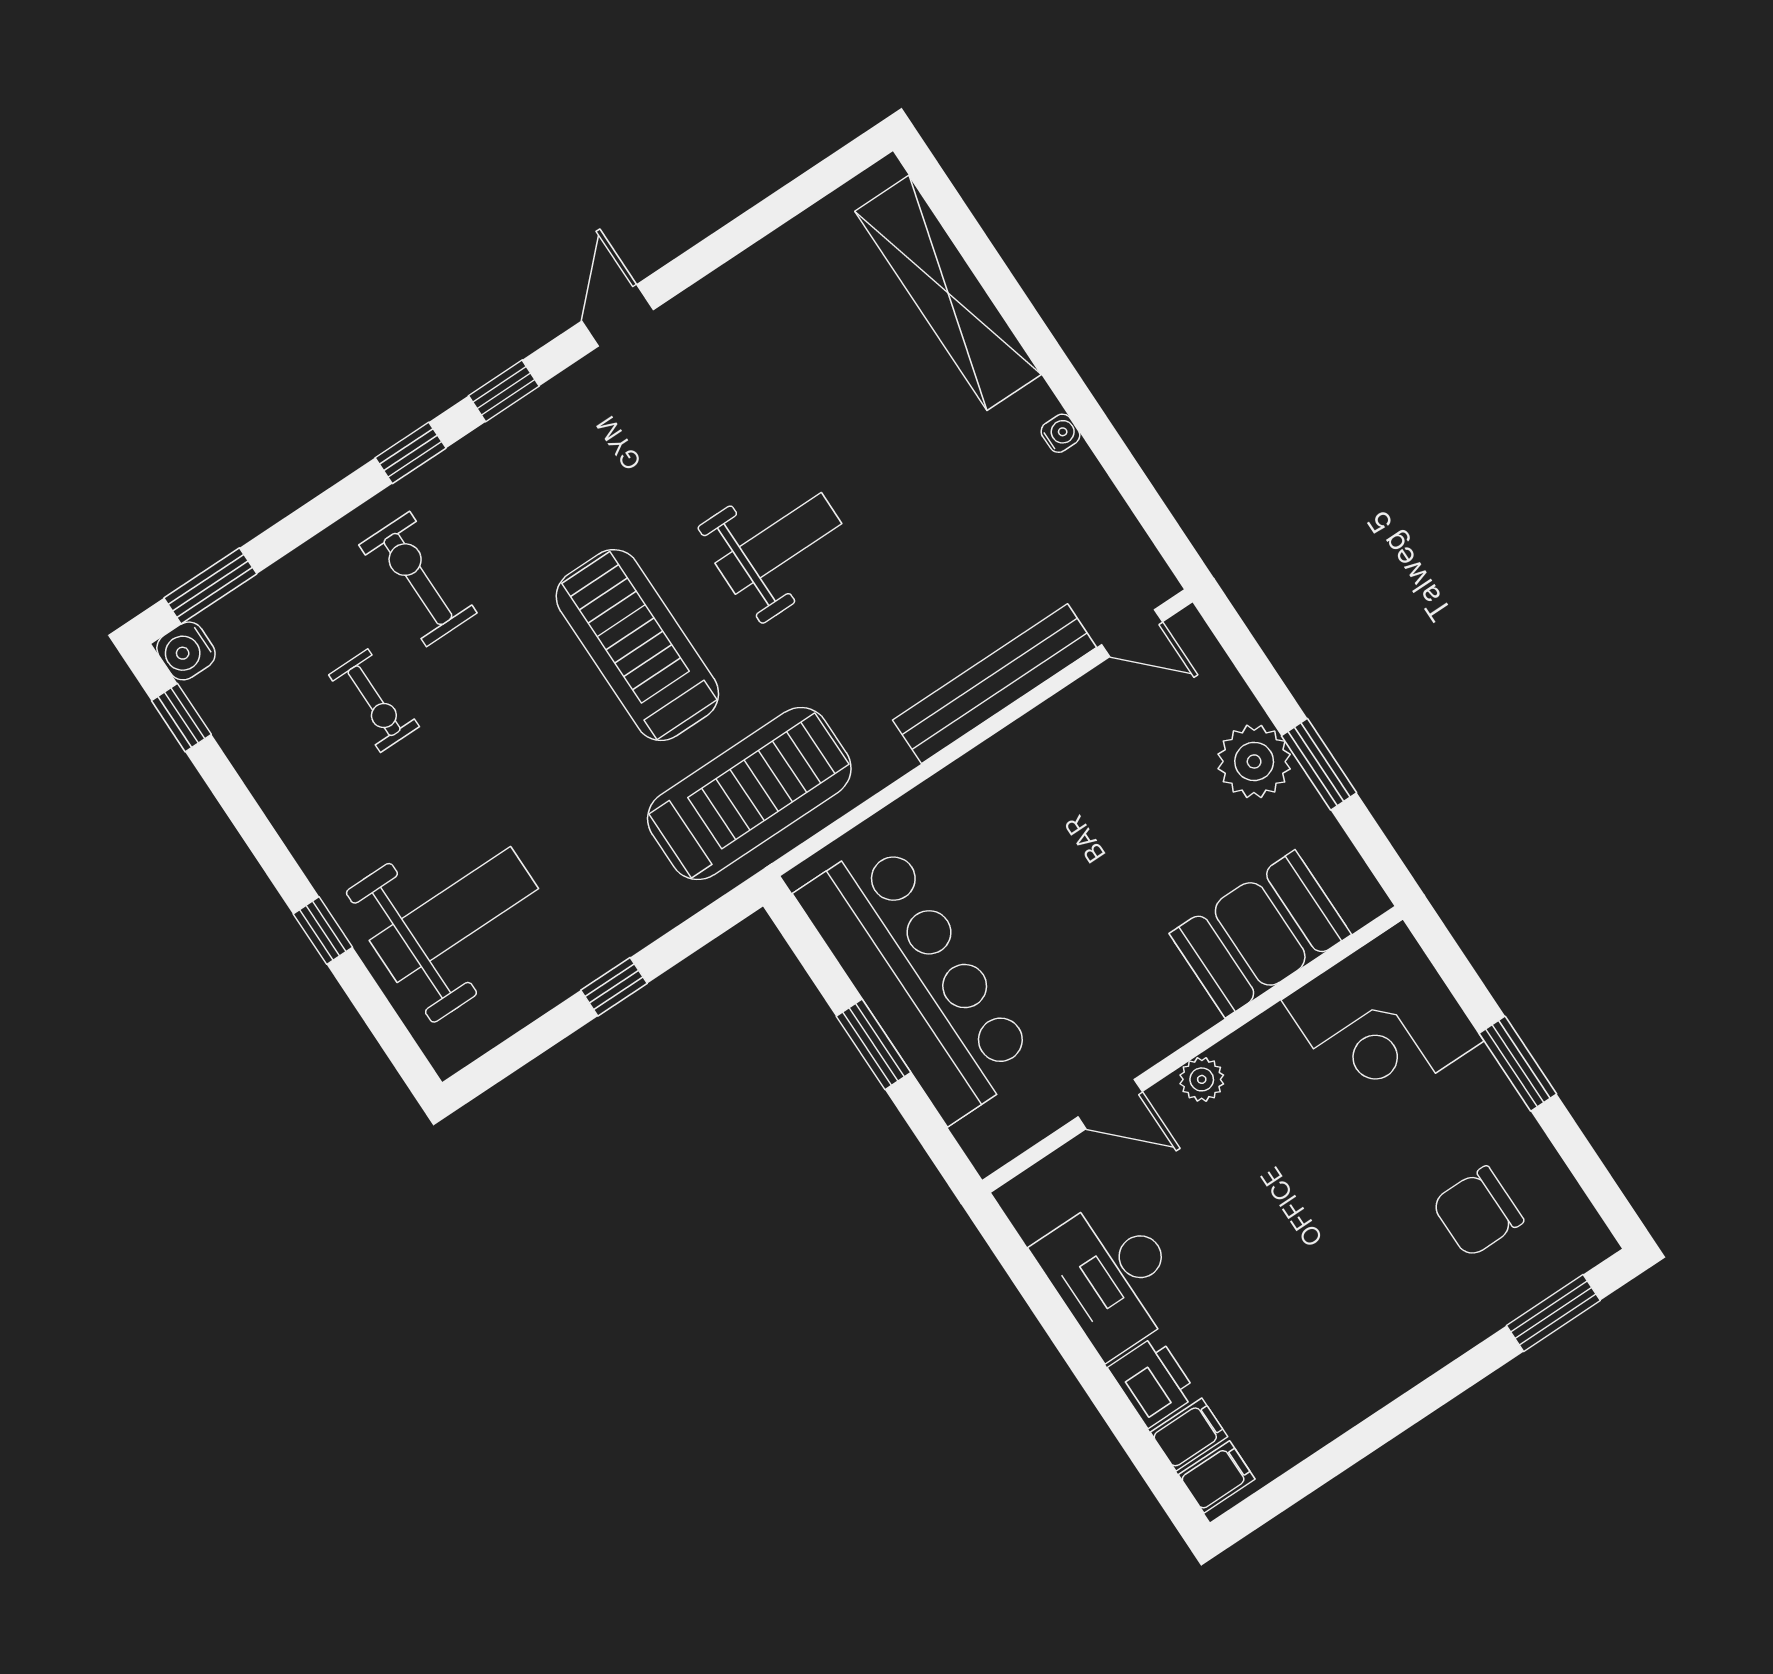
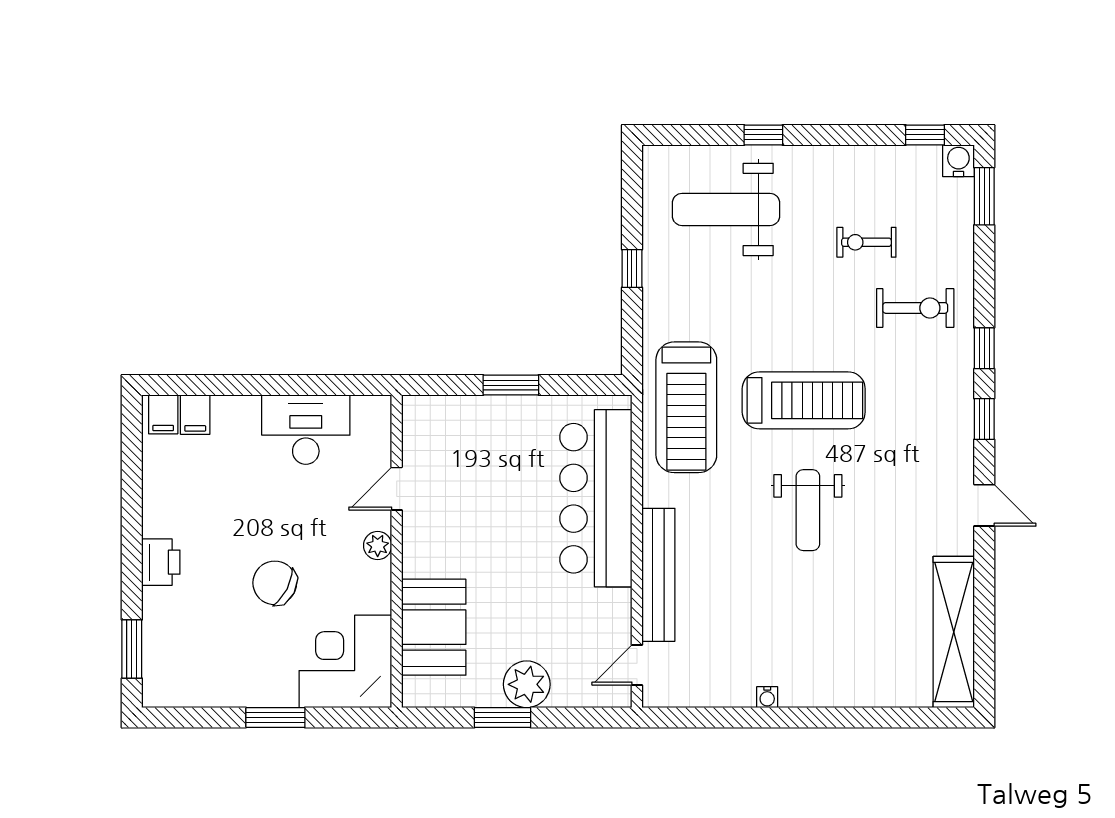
shelving: (948, 293) -> (954, 632), moved, turned 90
weight bench: (454, 915) -> (726, 209), turned 90
bar counter: (917, 979) -> (596, 498), moved, turned 90
chair: (1478, 1212) -> (275, 583), moved, turned -63
printer: (1153, 1381) -> (161, 562), moved, turned -90

